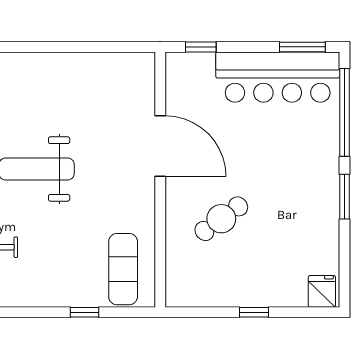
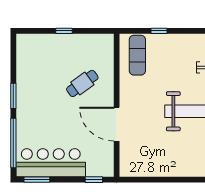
fridge: (322, 291) -> (26, 43), removed

